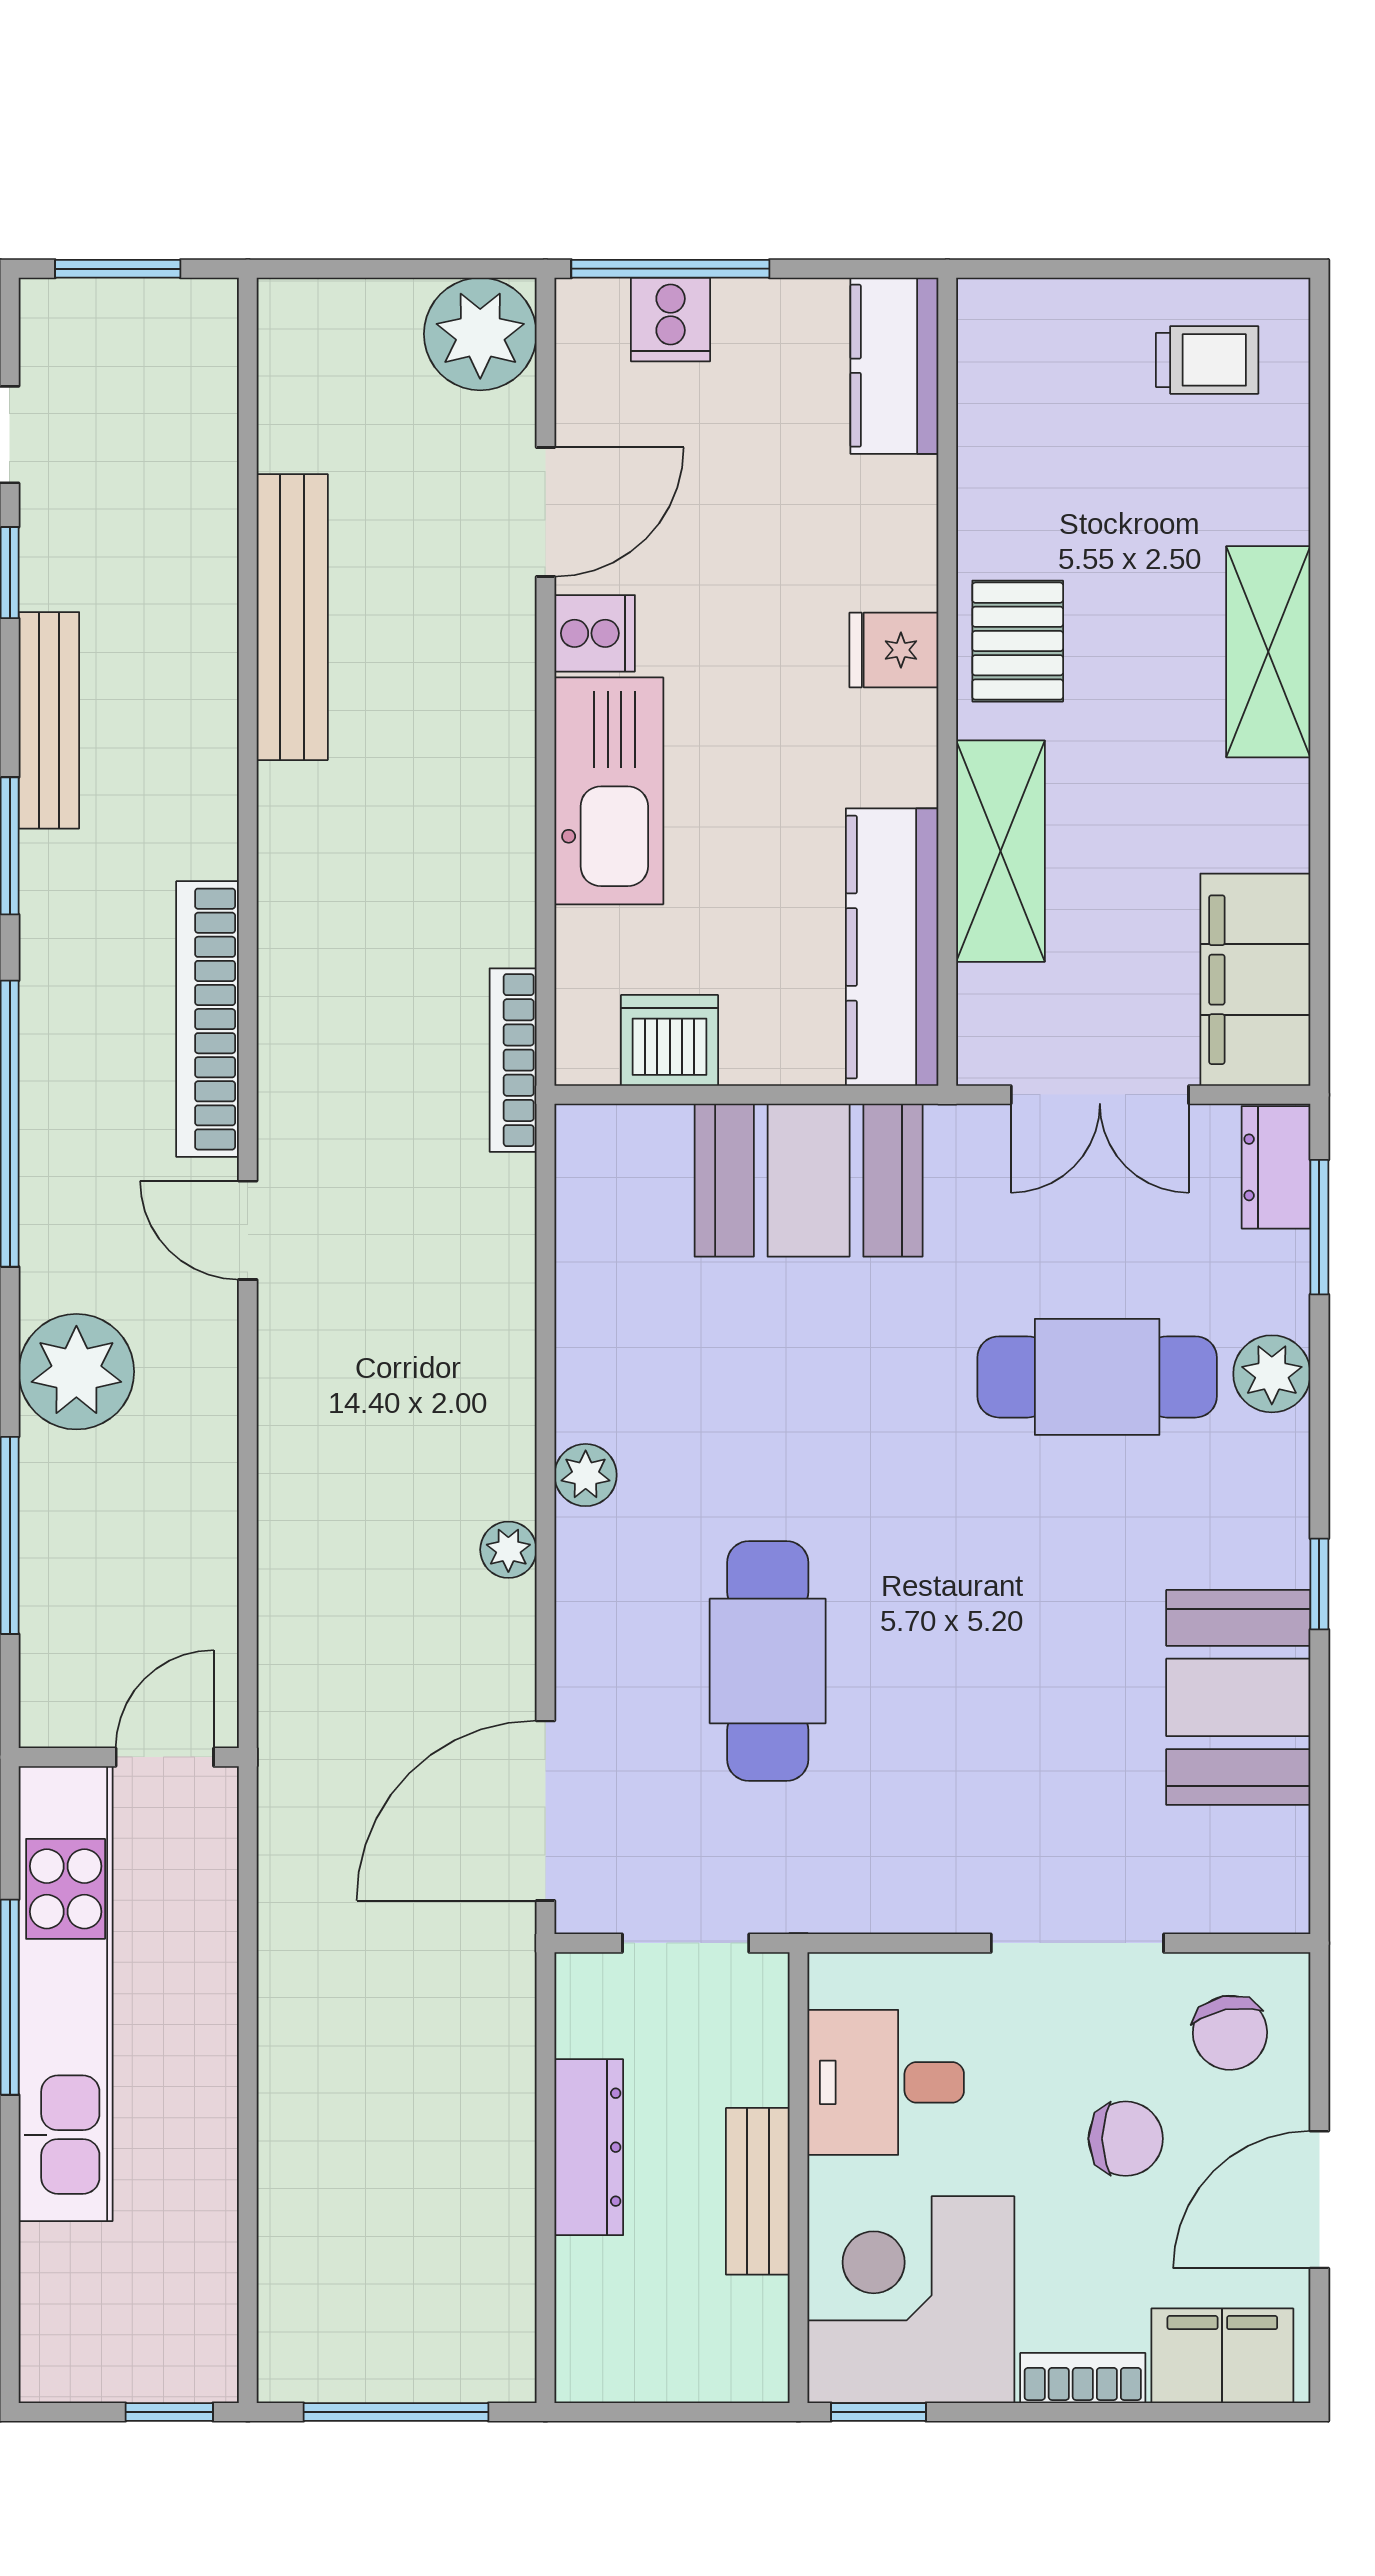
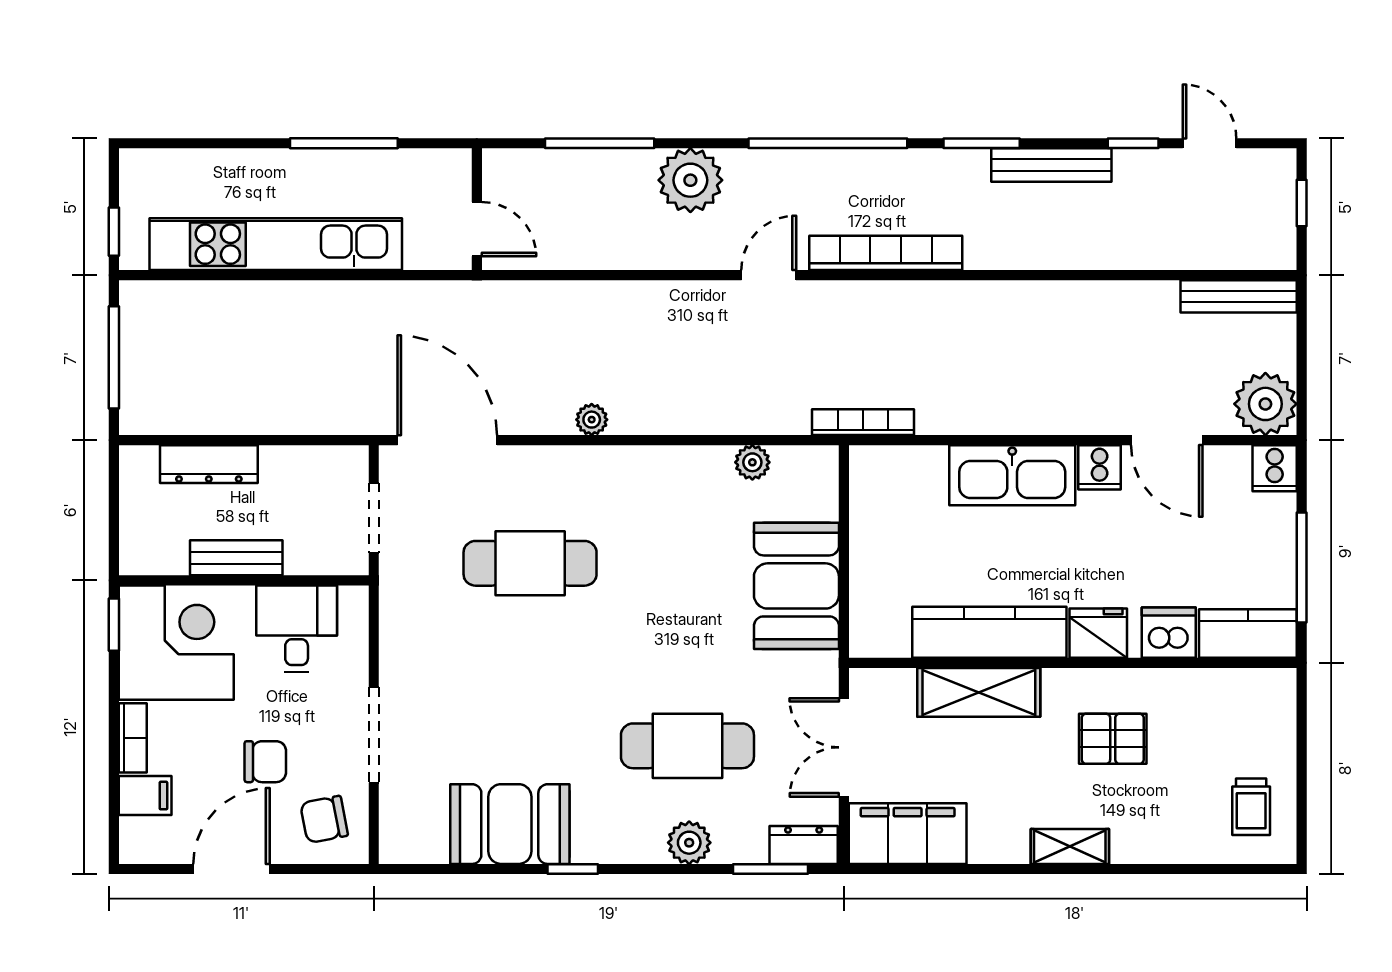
window: (118, 269) -> (1302, 203), width x0.67
window: (670, 269) -> (1302, 568), moved
cooker: (671, 320) -> (1275, 468), moved, turned -90
bench: (292, 617) -> (1239, 296), moved, width x0.73, depth x0.82
pallet: (1018, 641) -> (1113, 739), moved
fridge: (894, 650) -> (1098, 633), width x1.38
shelving: (1268, 652) -> (1070, 847), width x0.67, depth x0.75
kitchen counter: (892, 947) -> (989, 632), moved
dishwasher: (670, 1040) -> (1169, 633), moved, turned -90
cafe table: (1097, 1377) -> (687, 746), turned 90
plant: (586, 1475) -> (752, 462), moved
kitchen unit: (66, 1994) -> (276, 244), moved, turned 180
chair: (1126, 2139) -> (265, 762), turned -90
dresser: (589, 2147) -> (209, 464), moved
door: (1319, 2200) -> (232, 869), hinge flipped
filing cabinet: (1222, 2356) -> (145, 796), width x0.50

